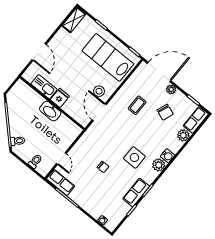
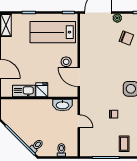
coffee table: (137, 105) -> (124, 144), moved
washbasin: (50, 111) -> (62, 105), moved
door: (61, 159) -> (79, 121), moved
row of seats: (61, 183) -> (92, 150), removed

